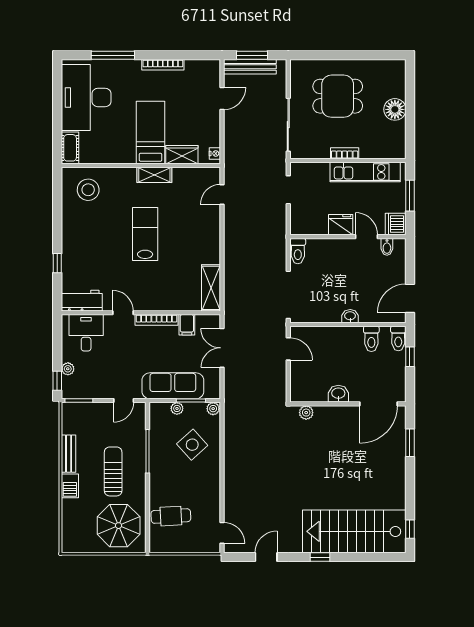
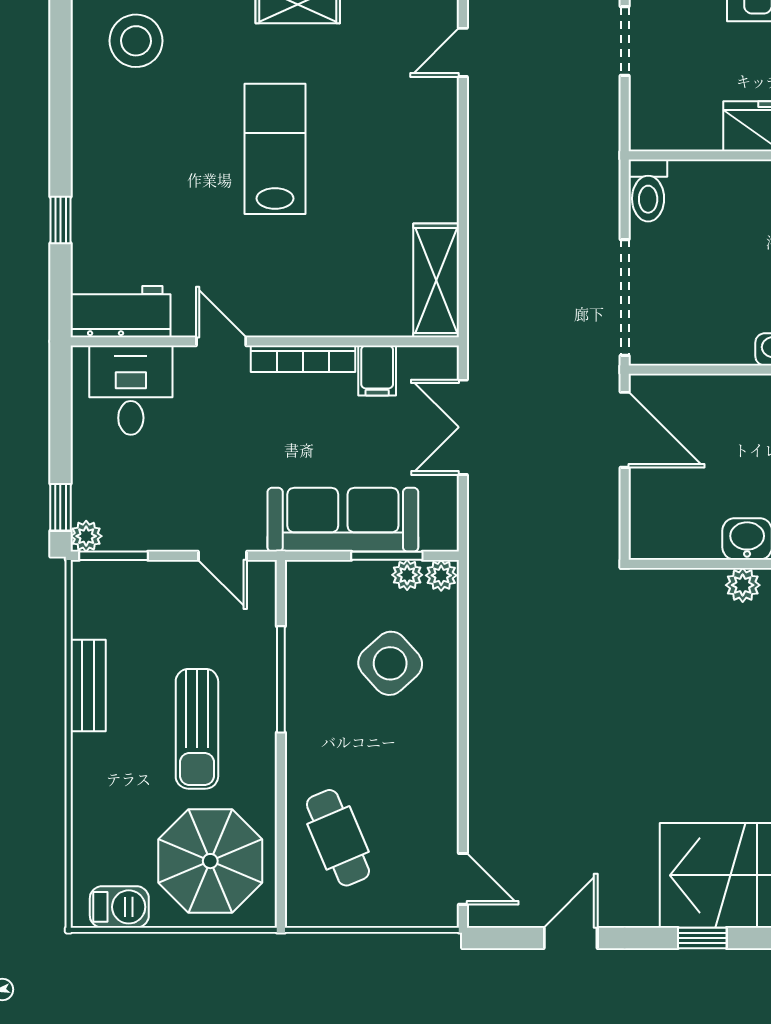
door: (288, 349) -> (625, 430), width x1.38
plant: (68, 369) -> (86, 536), moved
door: (124, 401) -> (223, 556), hinge flipped
plant: (177, 408) -> (407, 575), moved
plant: (306, 413) -> (743, 585), moved
sun lounger: (113, 471) -> (197, 729), turned 180
barbecue: (70, 486) -> (119, 907), moved, turned -90
cafe table: (171, 516) -> (338, 838), turned 70

